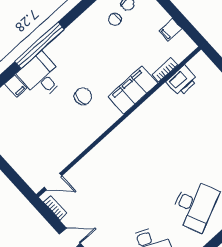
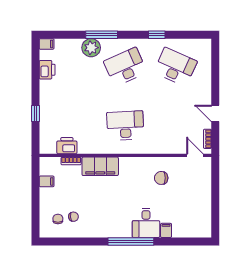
chair: (83, 96) -> (161, 178), moved
desk: (144, 150) -> (125, 126), added

